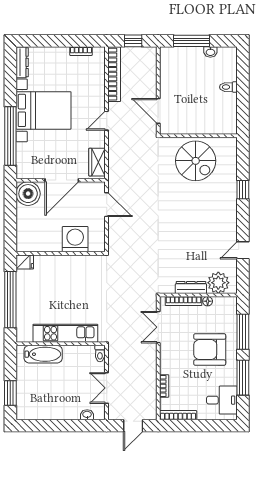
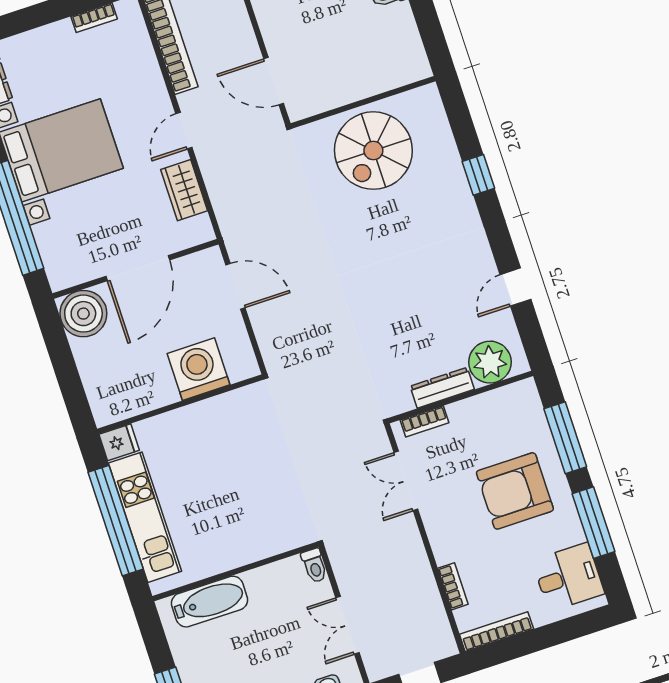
spiral stairs: (196, 161) -> (373, 151), turned 90
wardrobe: (97, 162) -> (184, 190), moved
bookcase: (183, 301) -> (425, 421), width x0.64
floor lamp: (208, 301) -> (481, 403), removed
kitchen unit: (65, 333) -> (145, 517), moved, turned 90

